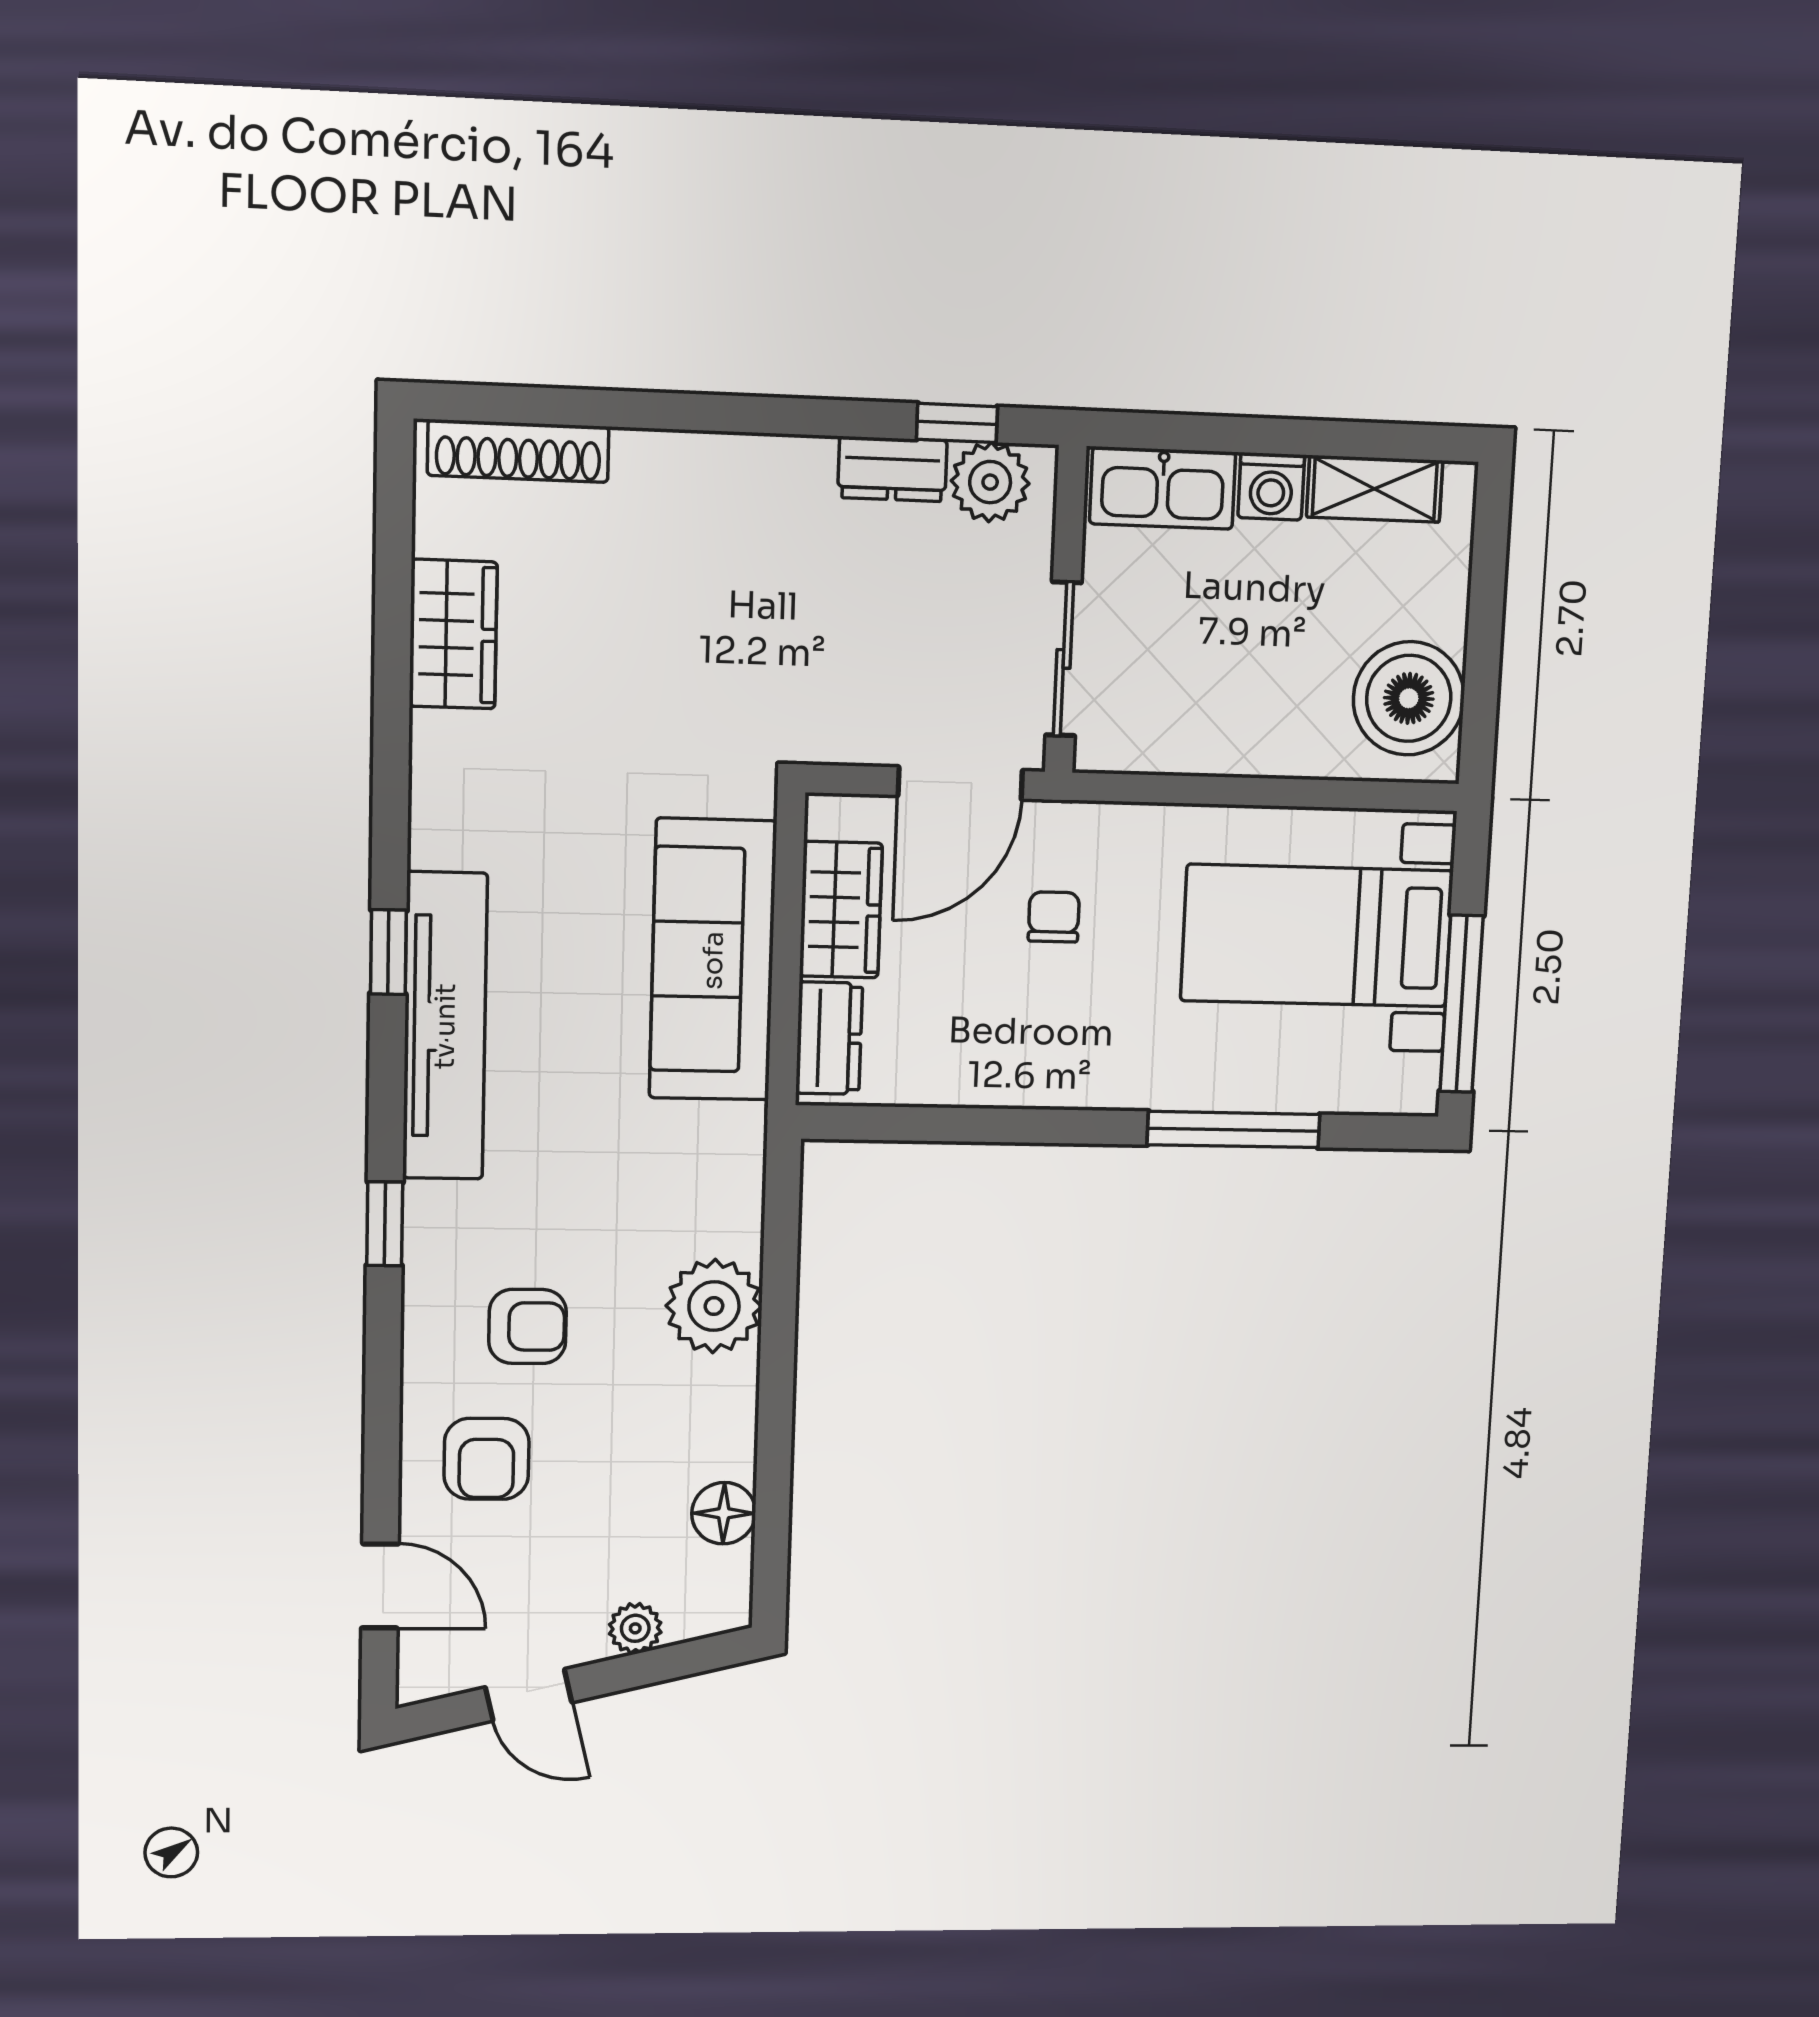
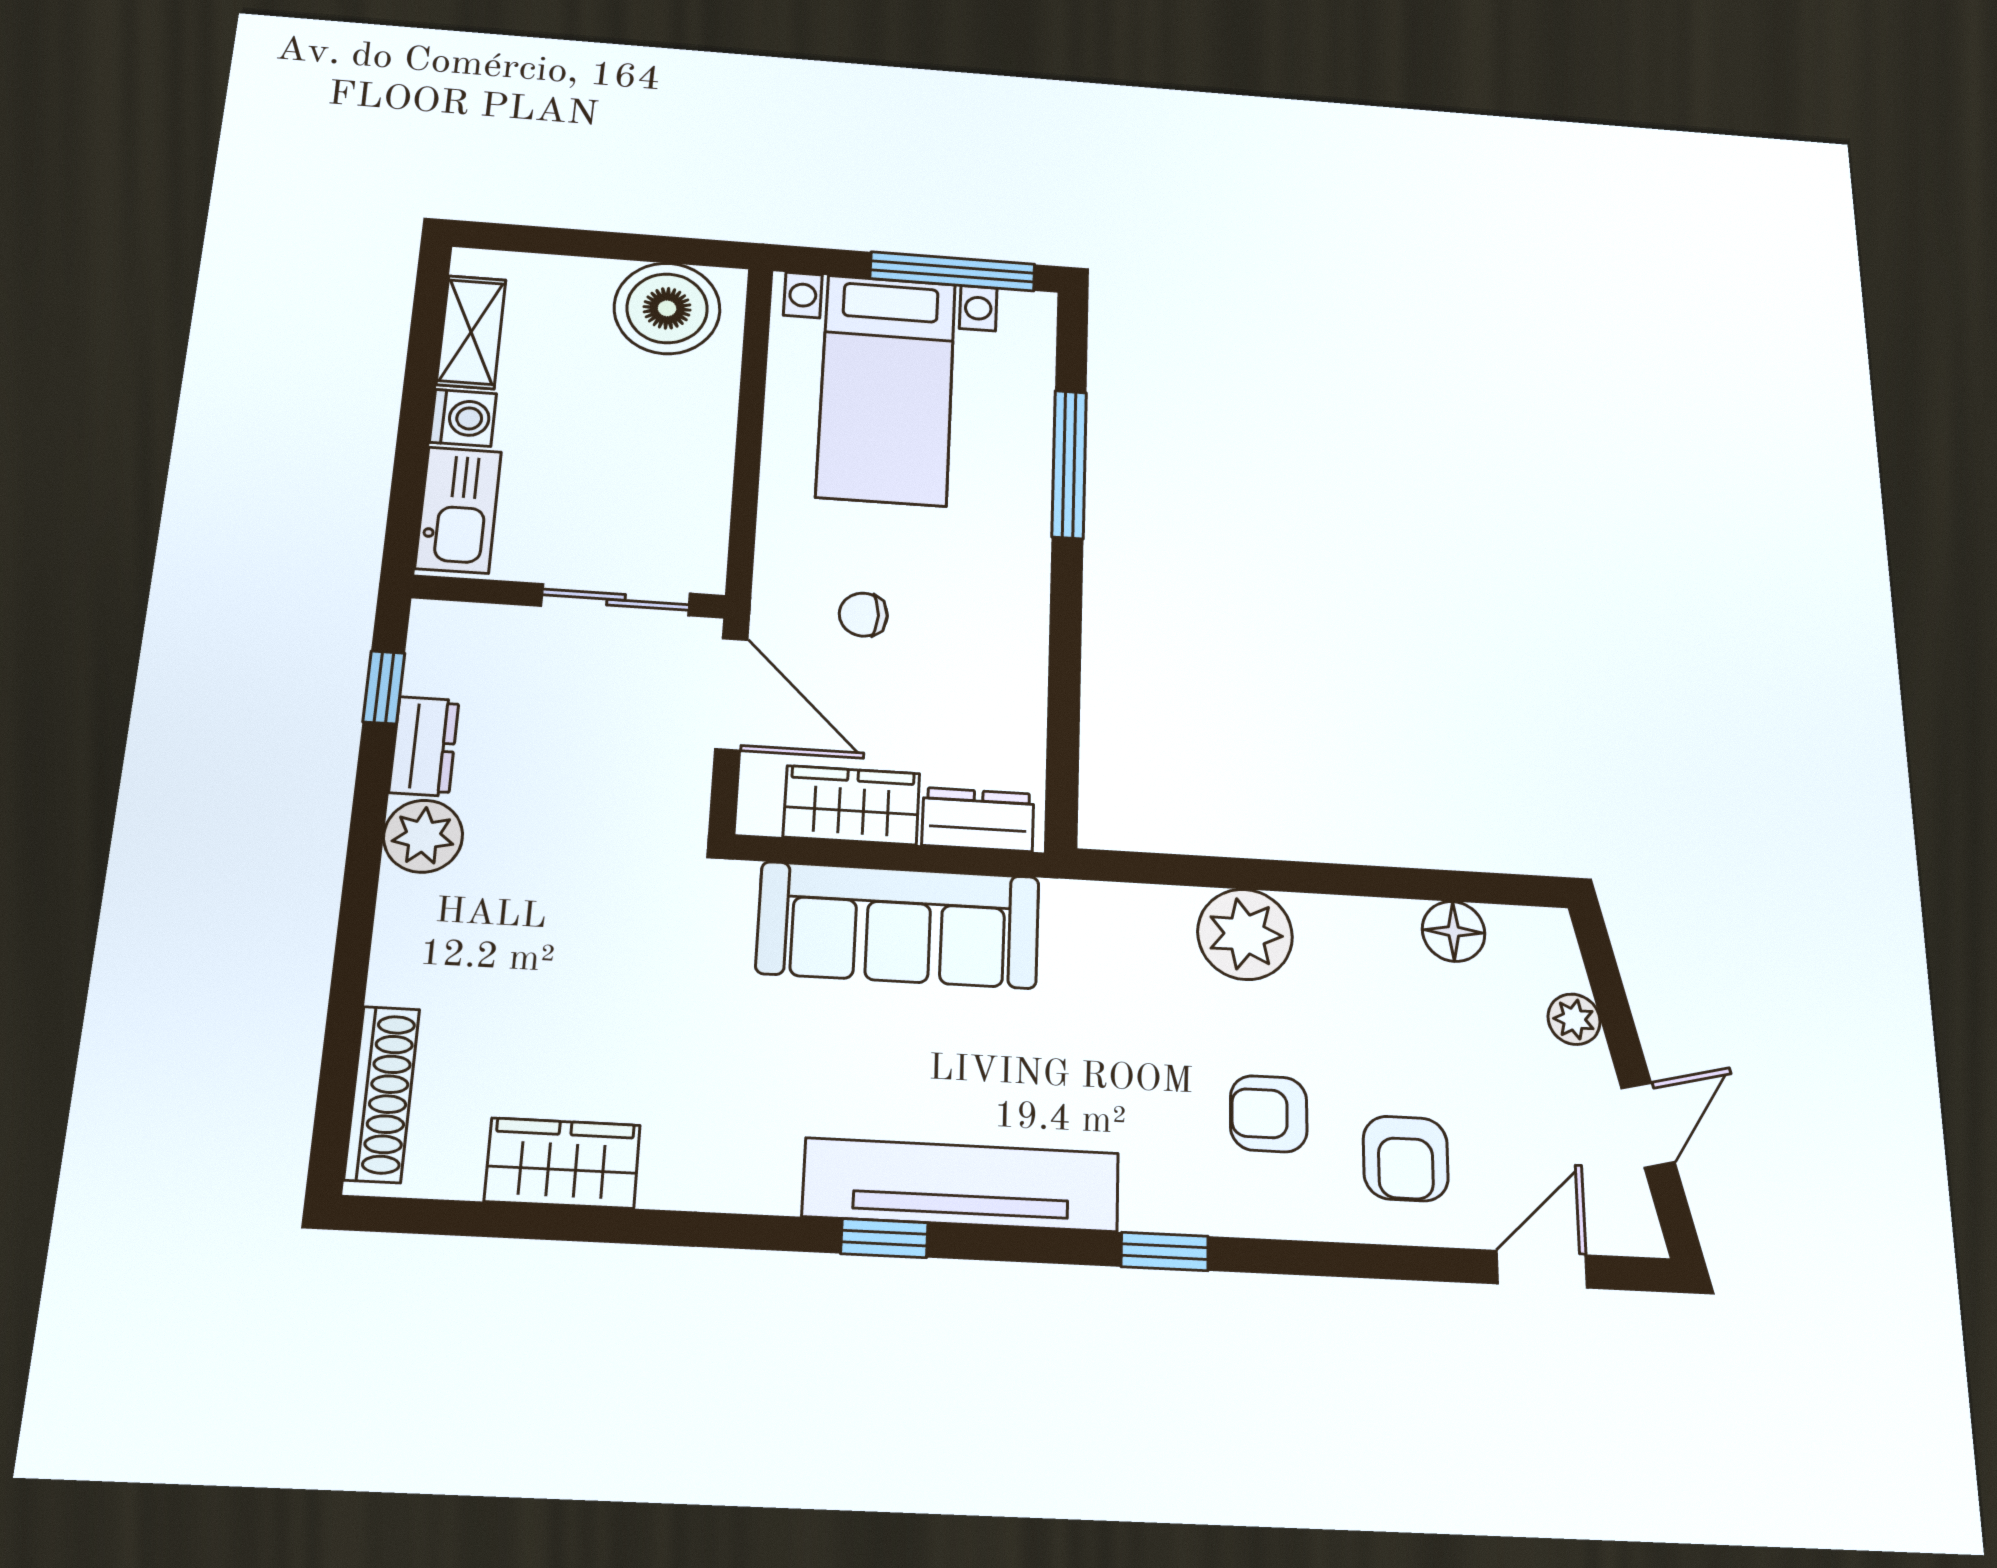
plant: (990, 482) -> (423, 836), moved
armchair: (527, 1326) -> (1269, 1114), turned -90
armchair: (487, 1459) -> (1406, 1158), turned 90

